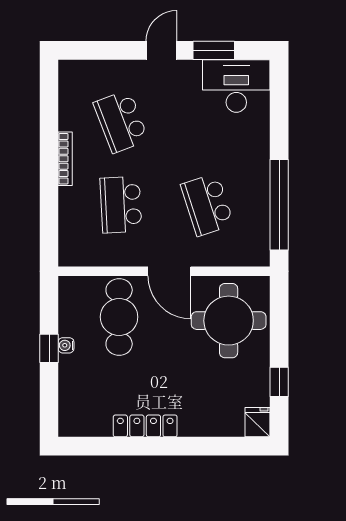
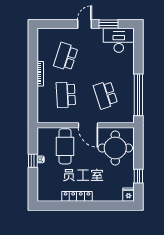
school desk: (121, 121) -> (66, 57), turned 39

